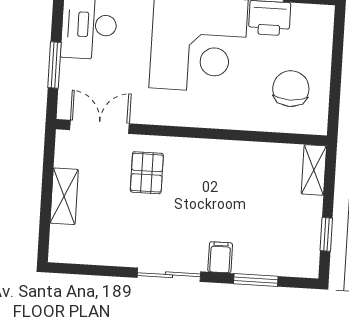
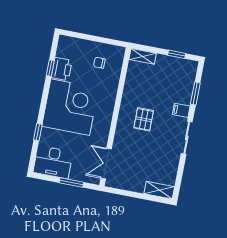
chair: (291, 89) -> (99, 63), width x0.54, depth x0.54
pallet: (147, 173) -> (144, 119), moved, turned 90
shelving: (64, 196) -> (159, 190), moved

